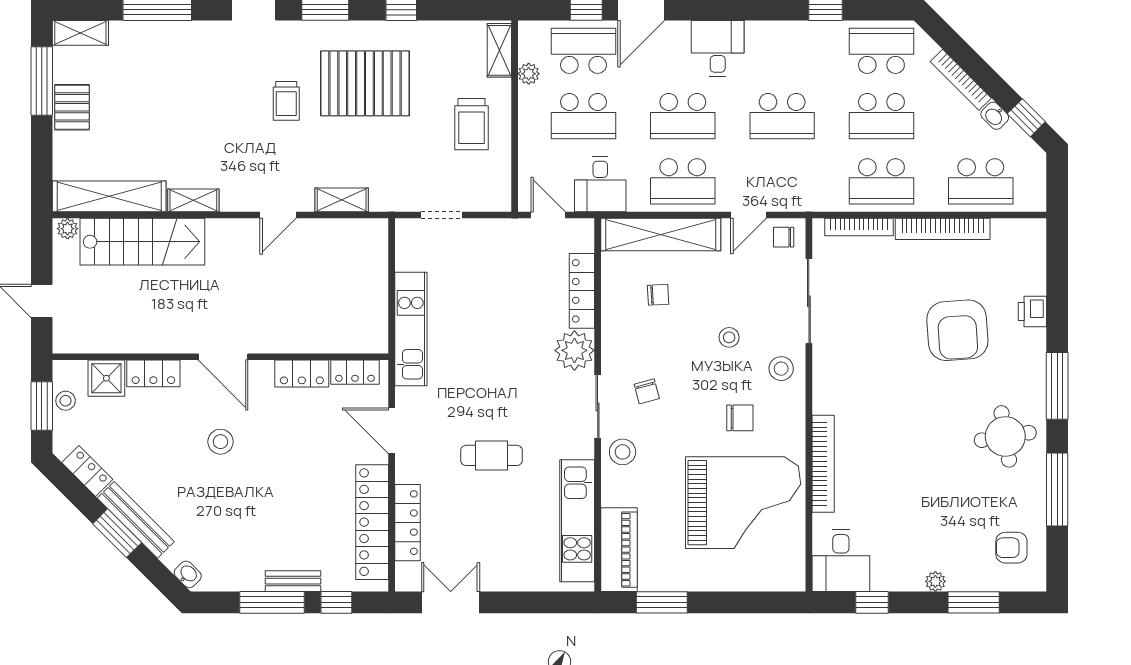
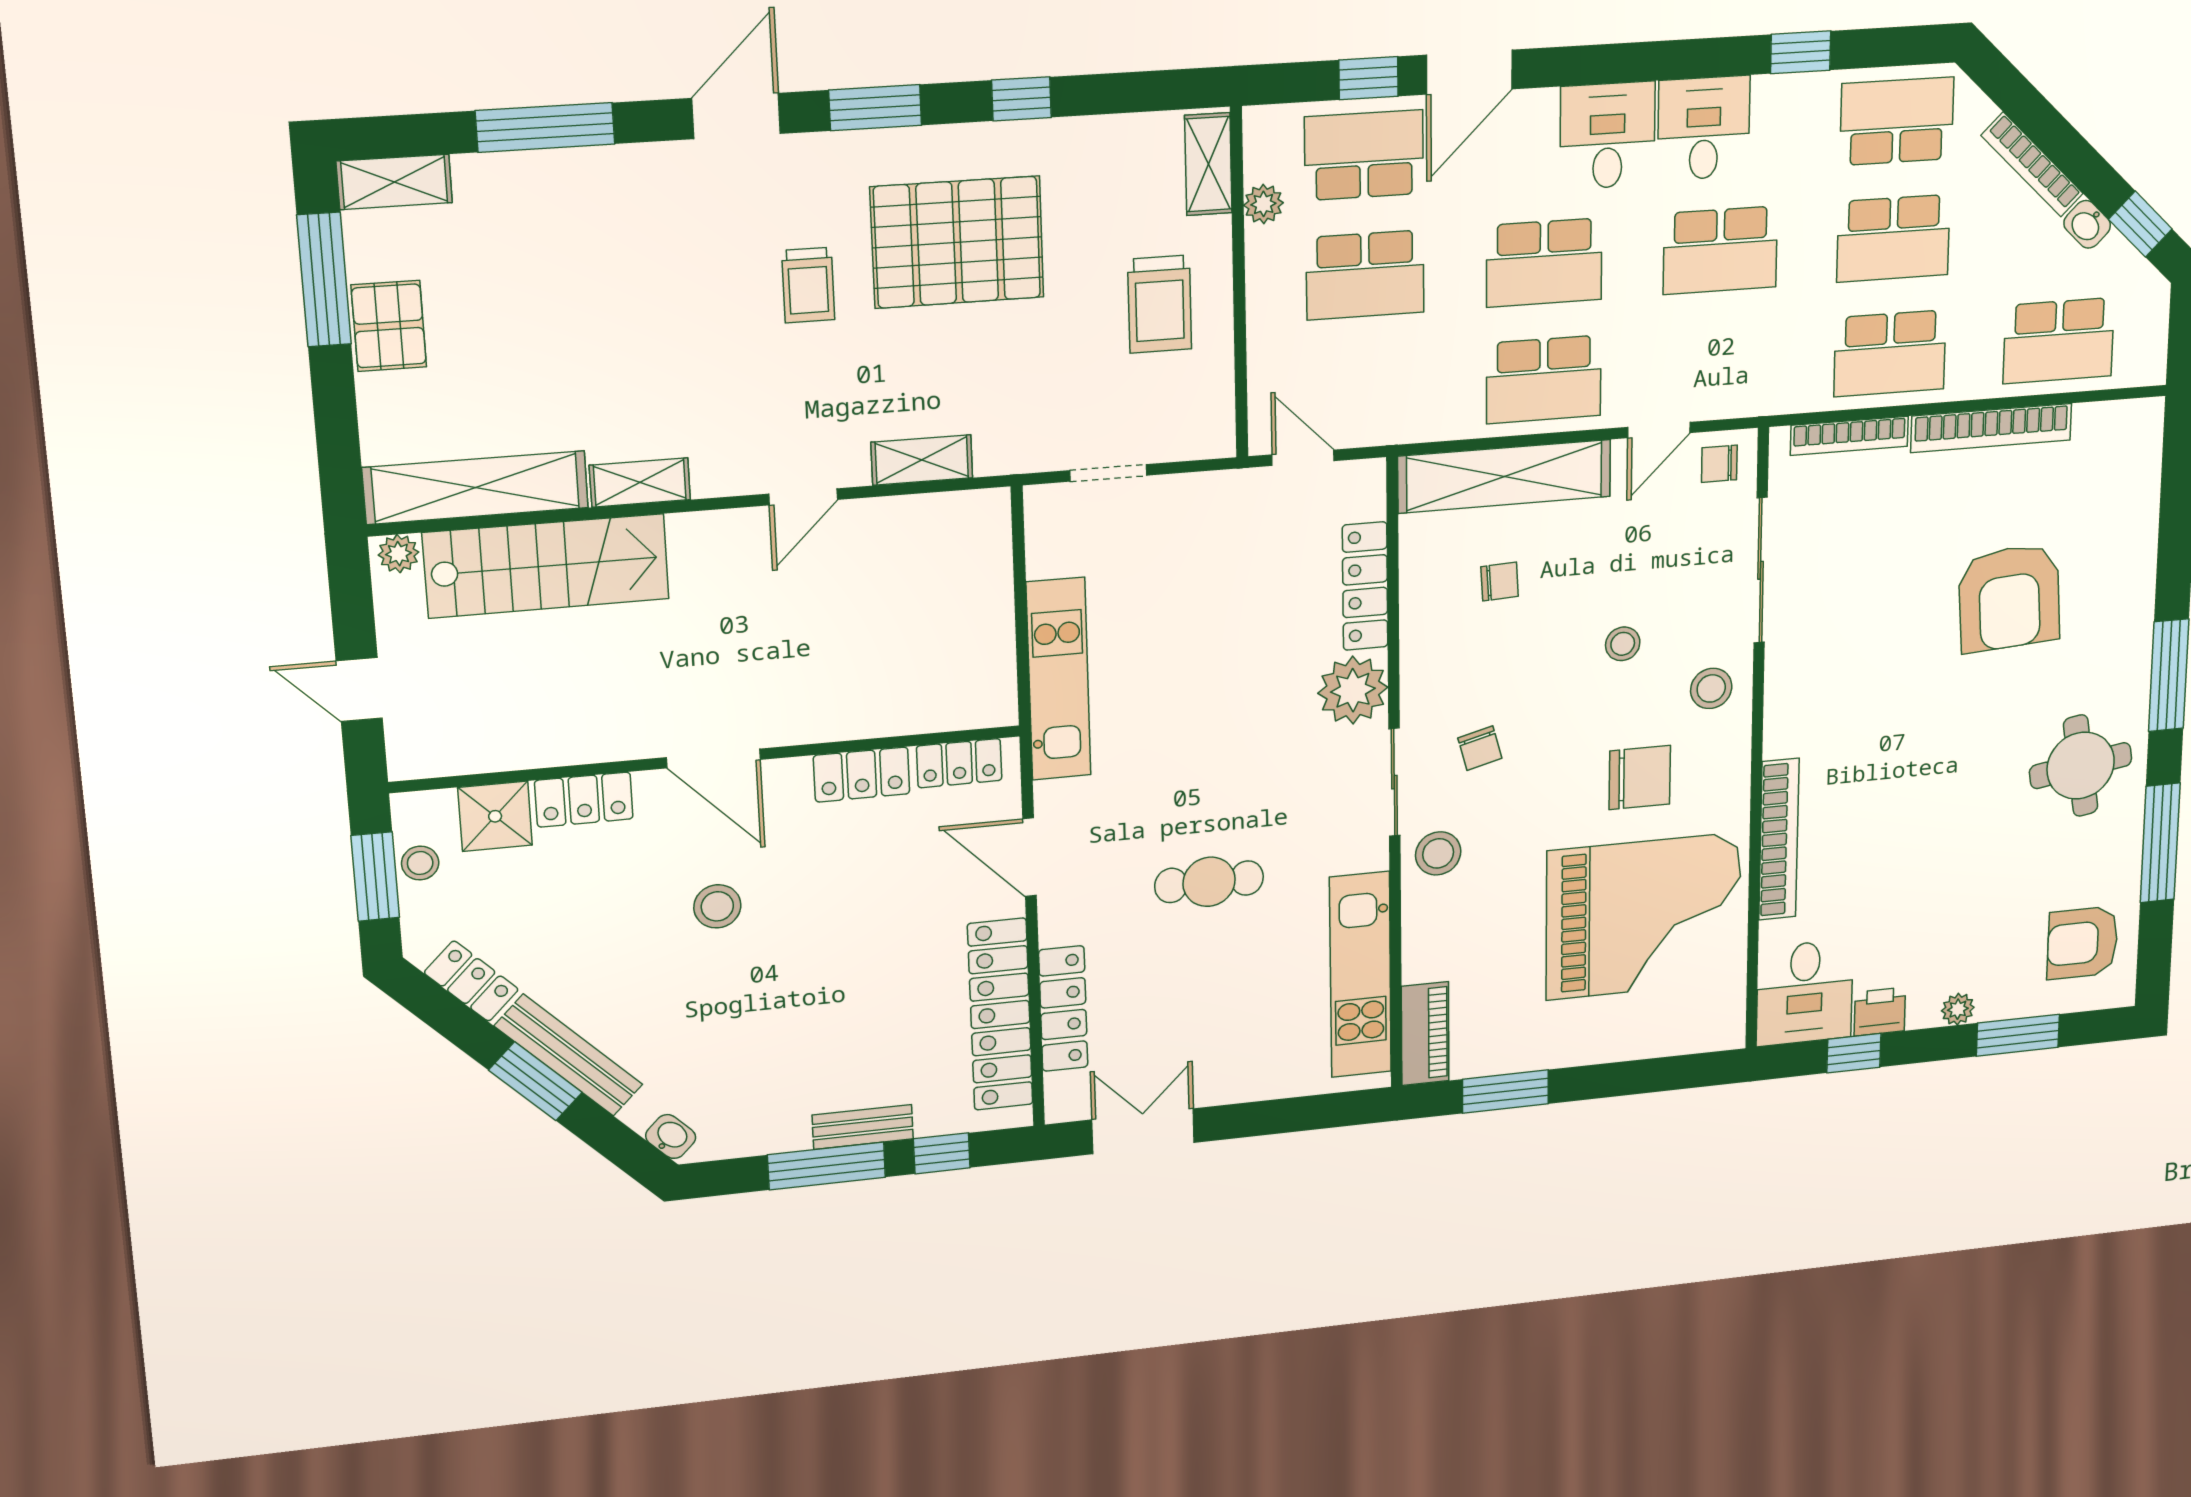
desk: (600, 184) -> (1704, 128), moved, turned 180
printer: (1032, 312) -> (1880, 1012), moved, turned 90
chair: (740, 418) -> (1640, 778), width x1.37, depth x1.37
armchair: (1011, 548) -> (2082, 943), width x1.38, depth x1.38
piano: (619, 550) -> (1425, 1034), width x0.73, depth x0.75

